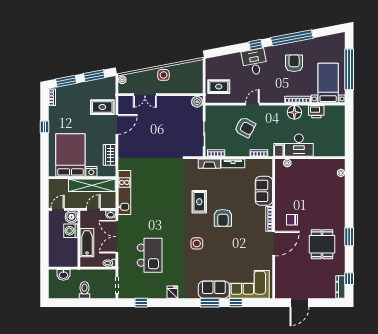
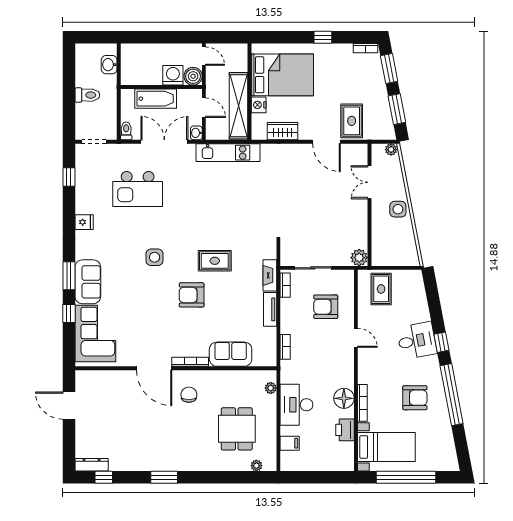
armchair: (245, 127) -> (326, 307), moved, turned 62
filing cabinet: (279, 150) -> (290, 443), moved
dining table: (322, 244) -> (237, 429), moved, turned 90

